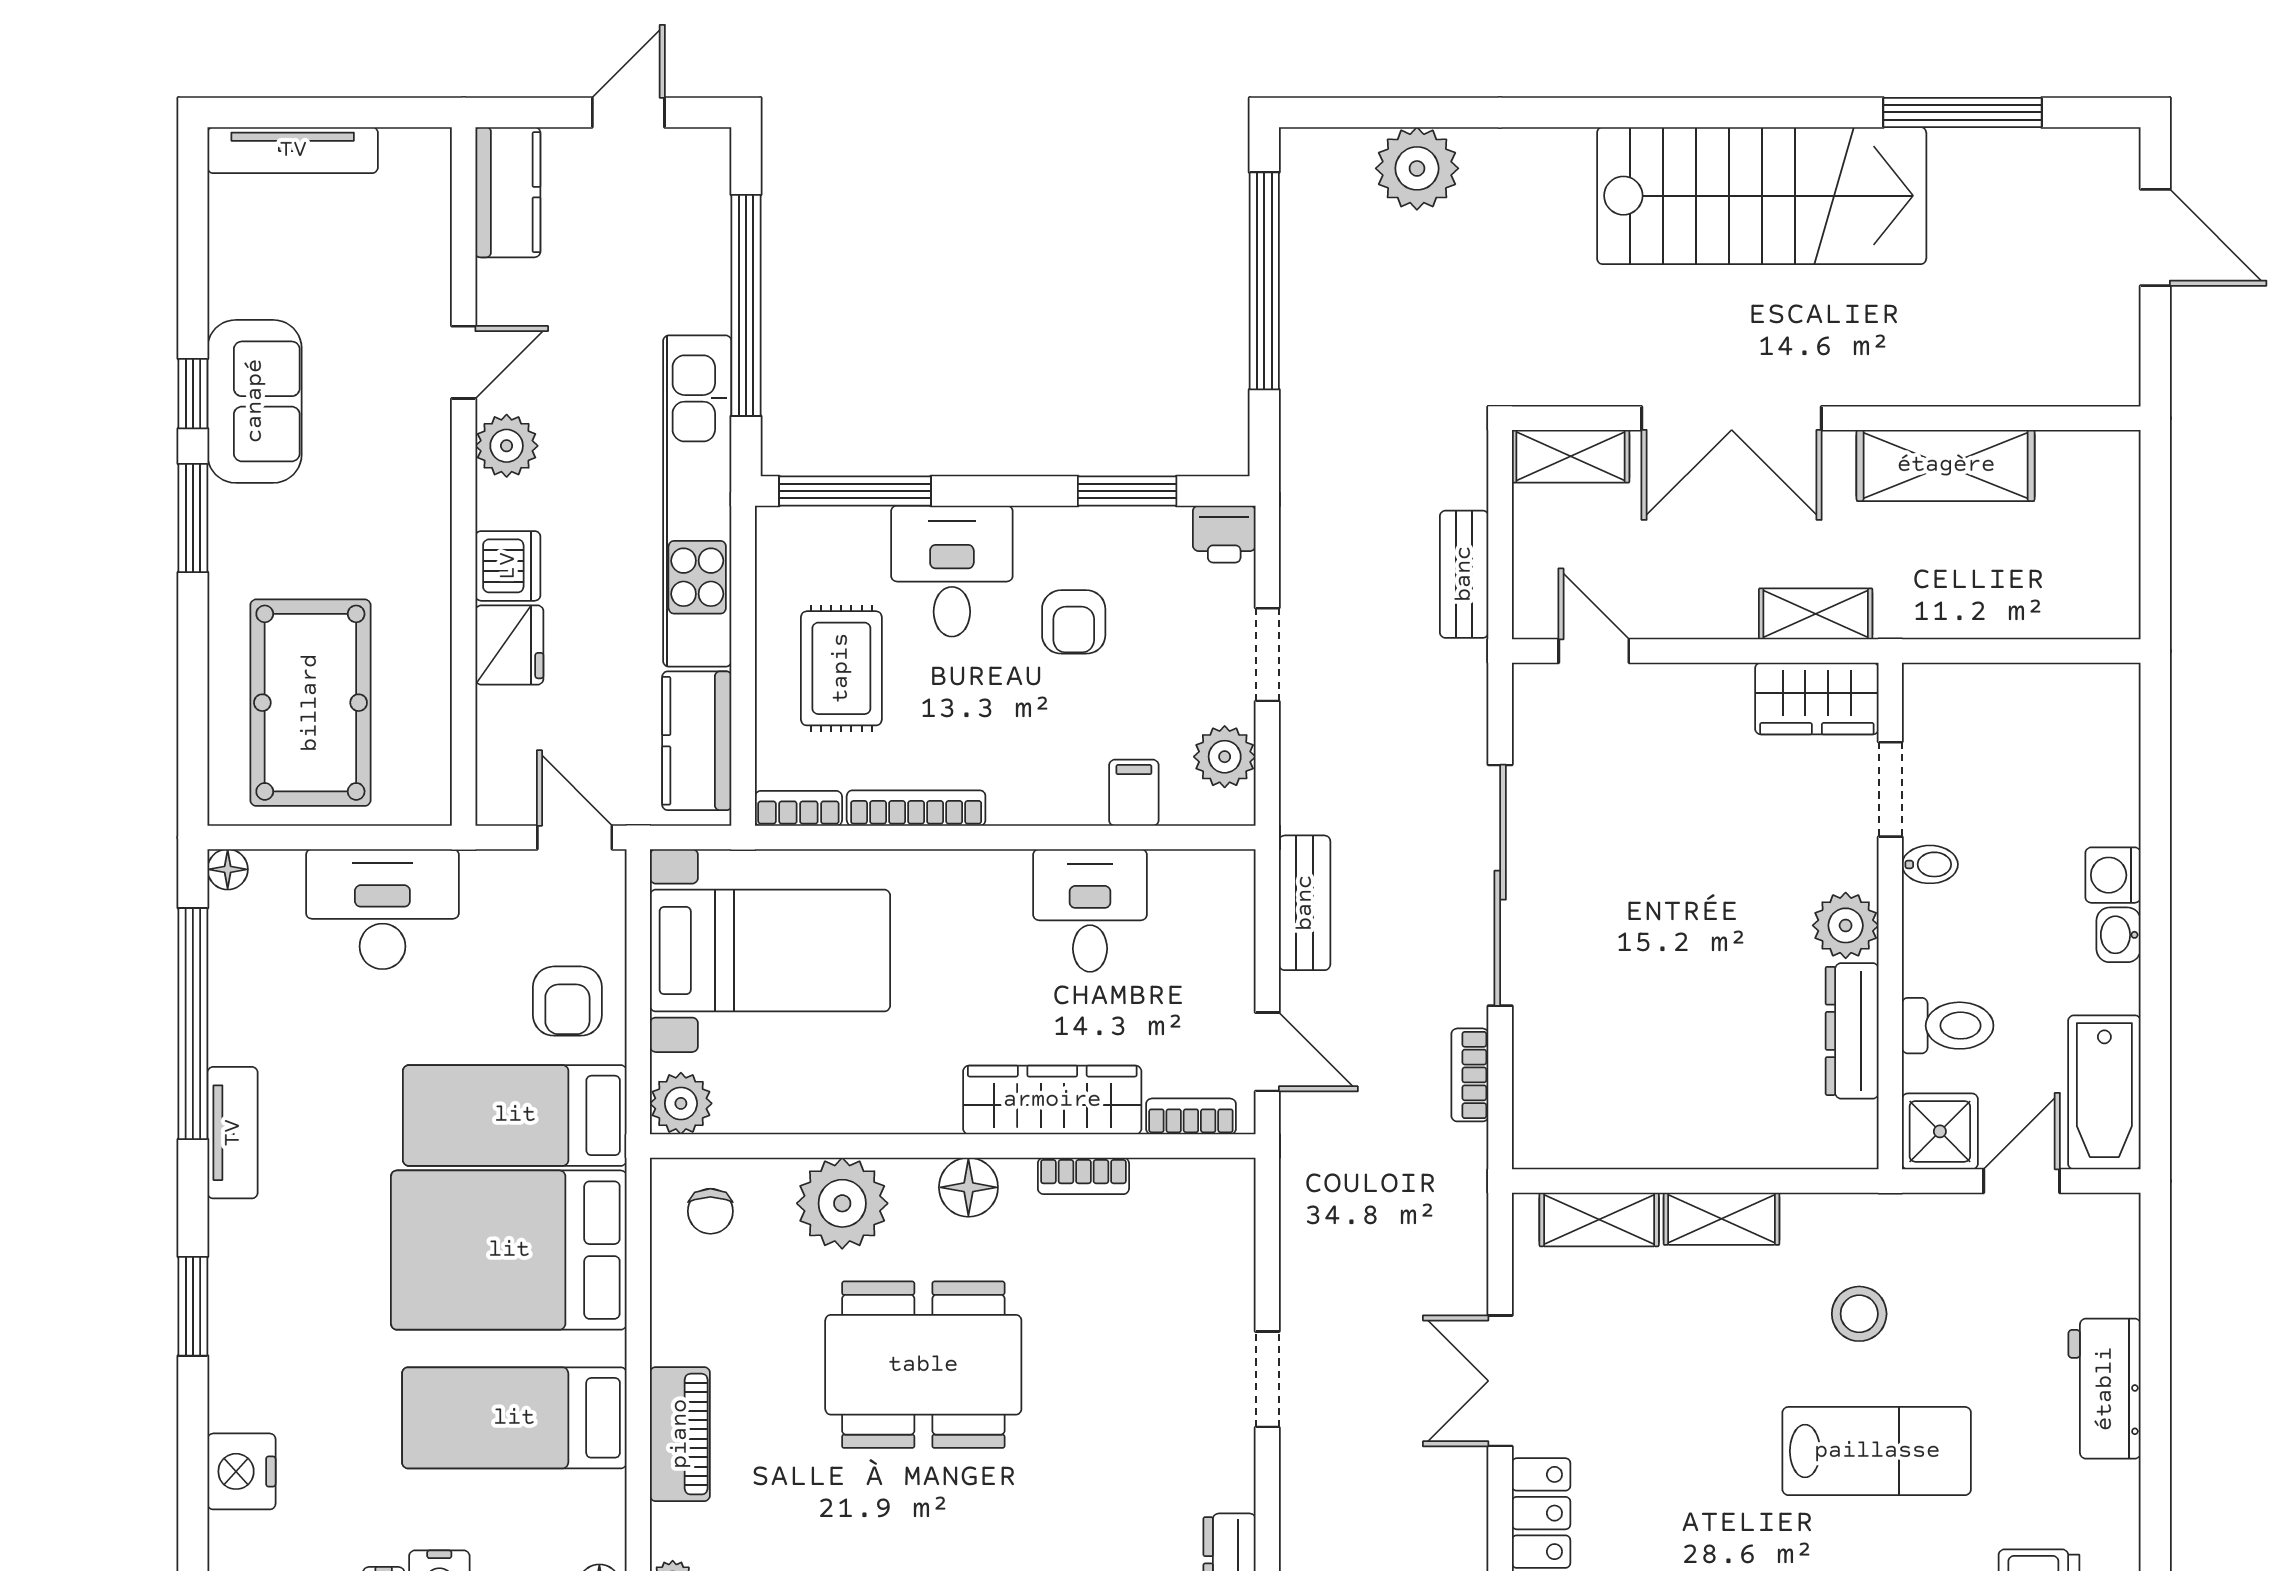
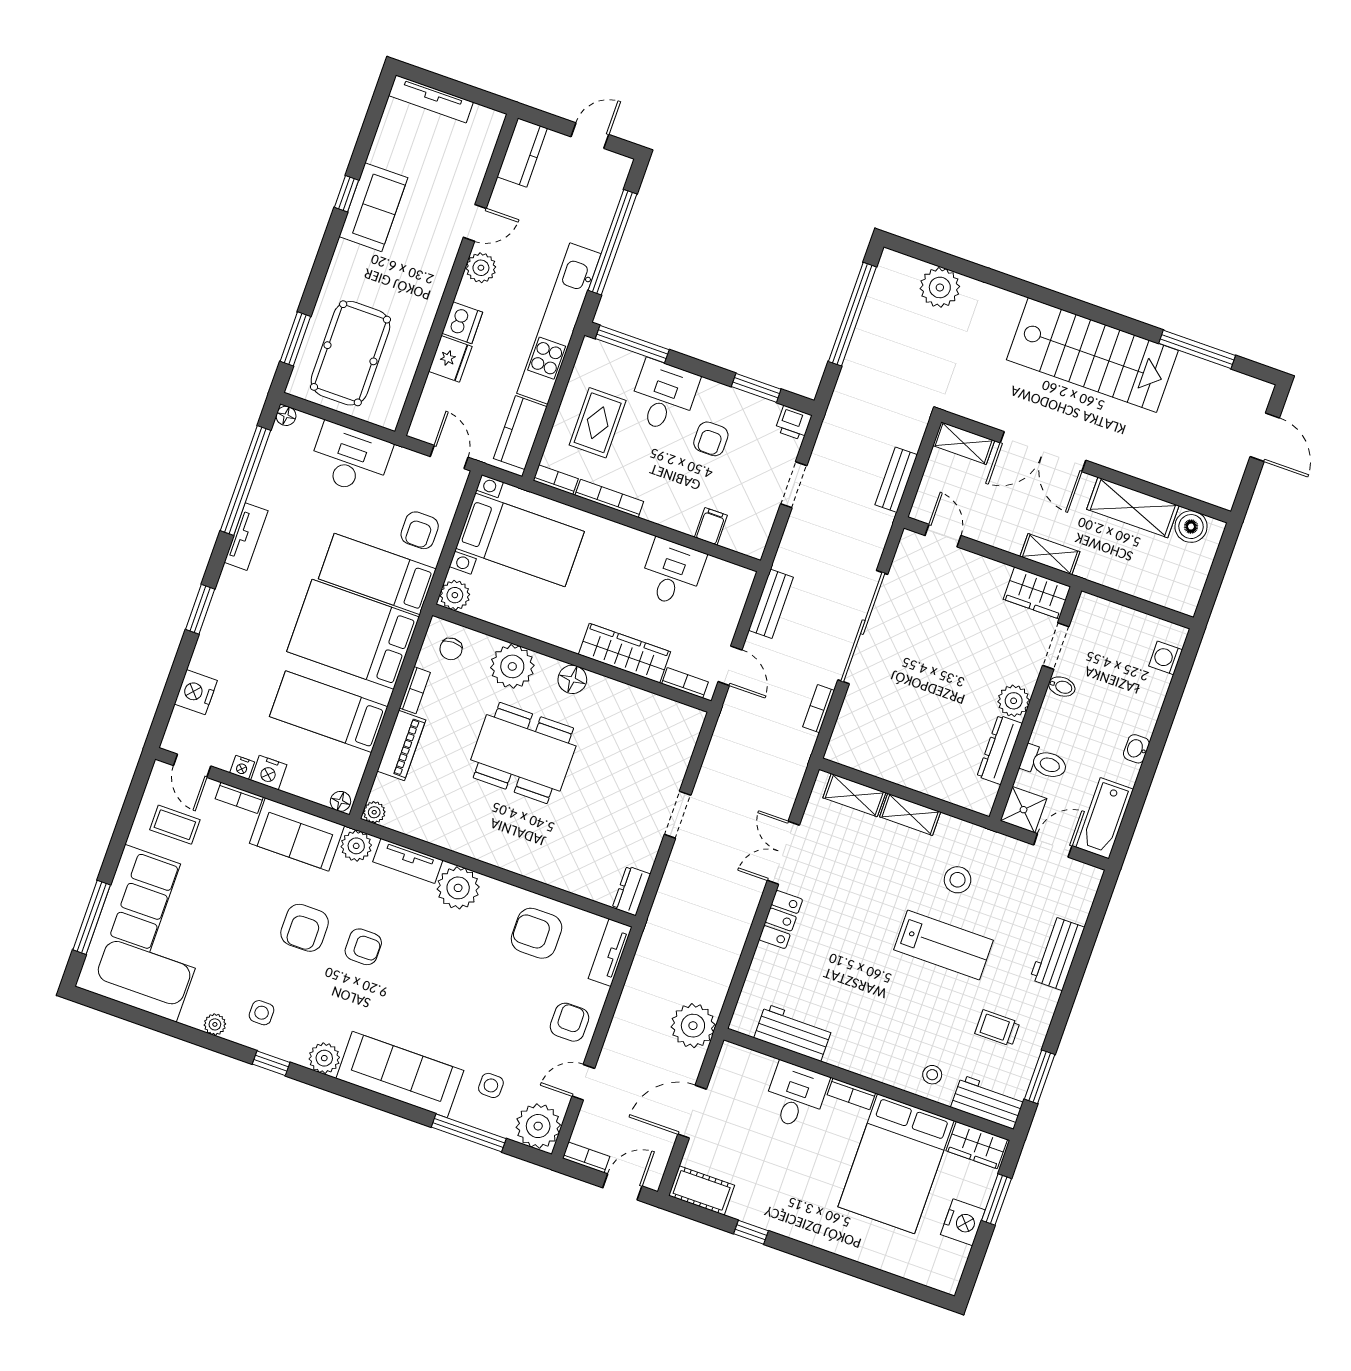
boiler: (2072, 463) -> (1191, 527), added
window: (193, 518) -> (295, 339), moved
plant: (1225, 757) -> (758, 524), removed
washing machine: (2113, 875) -> (1166, 658), moved
bookcase: (1083, 1176) -> (415, 690), moved, turned -90

